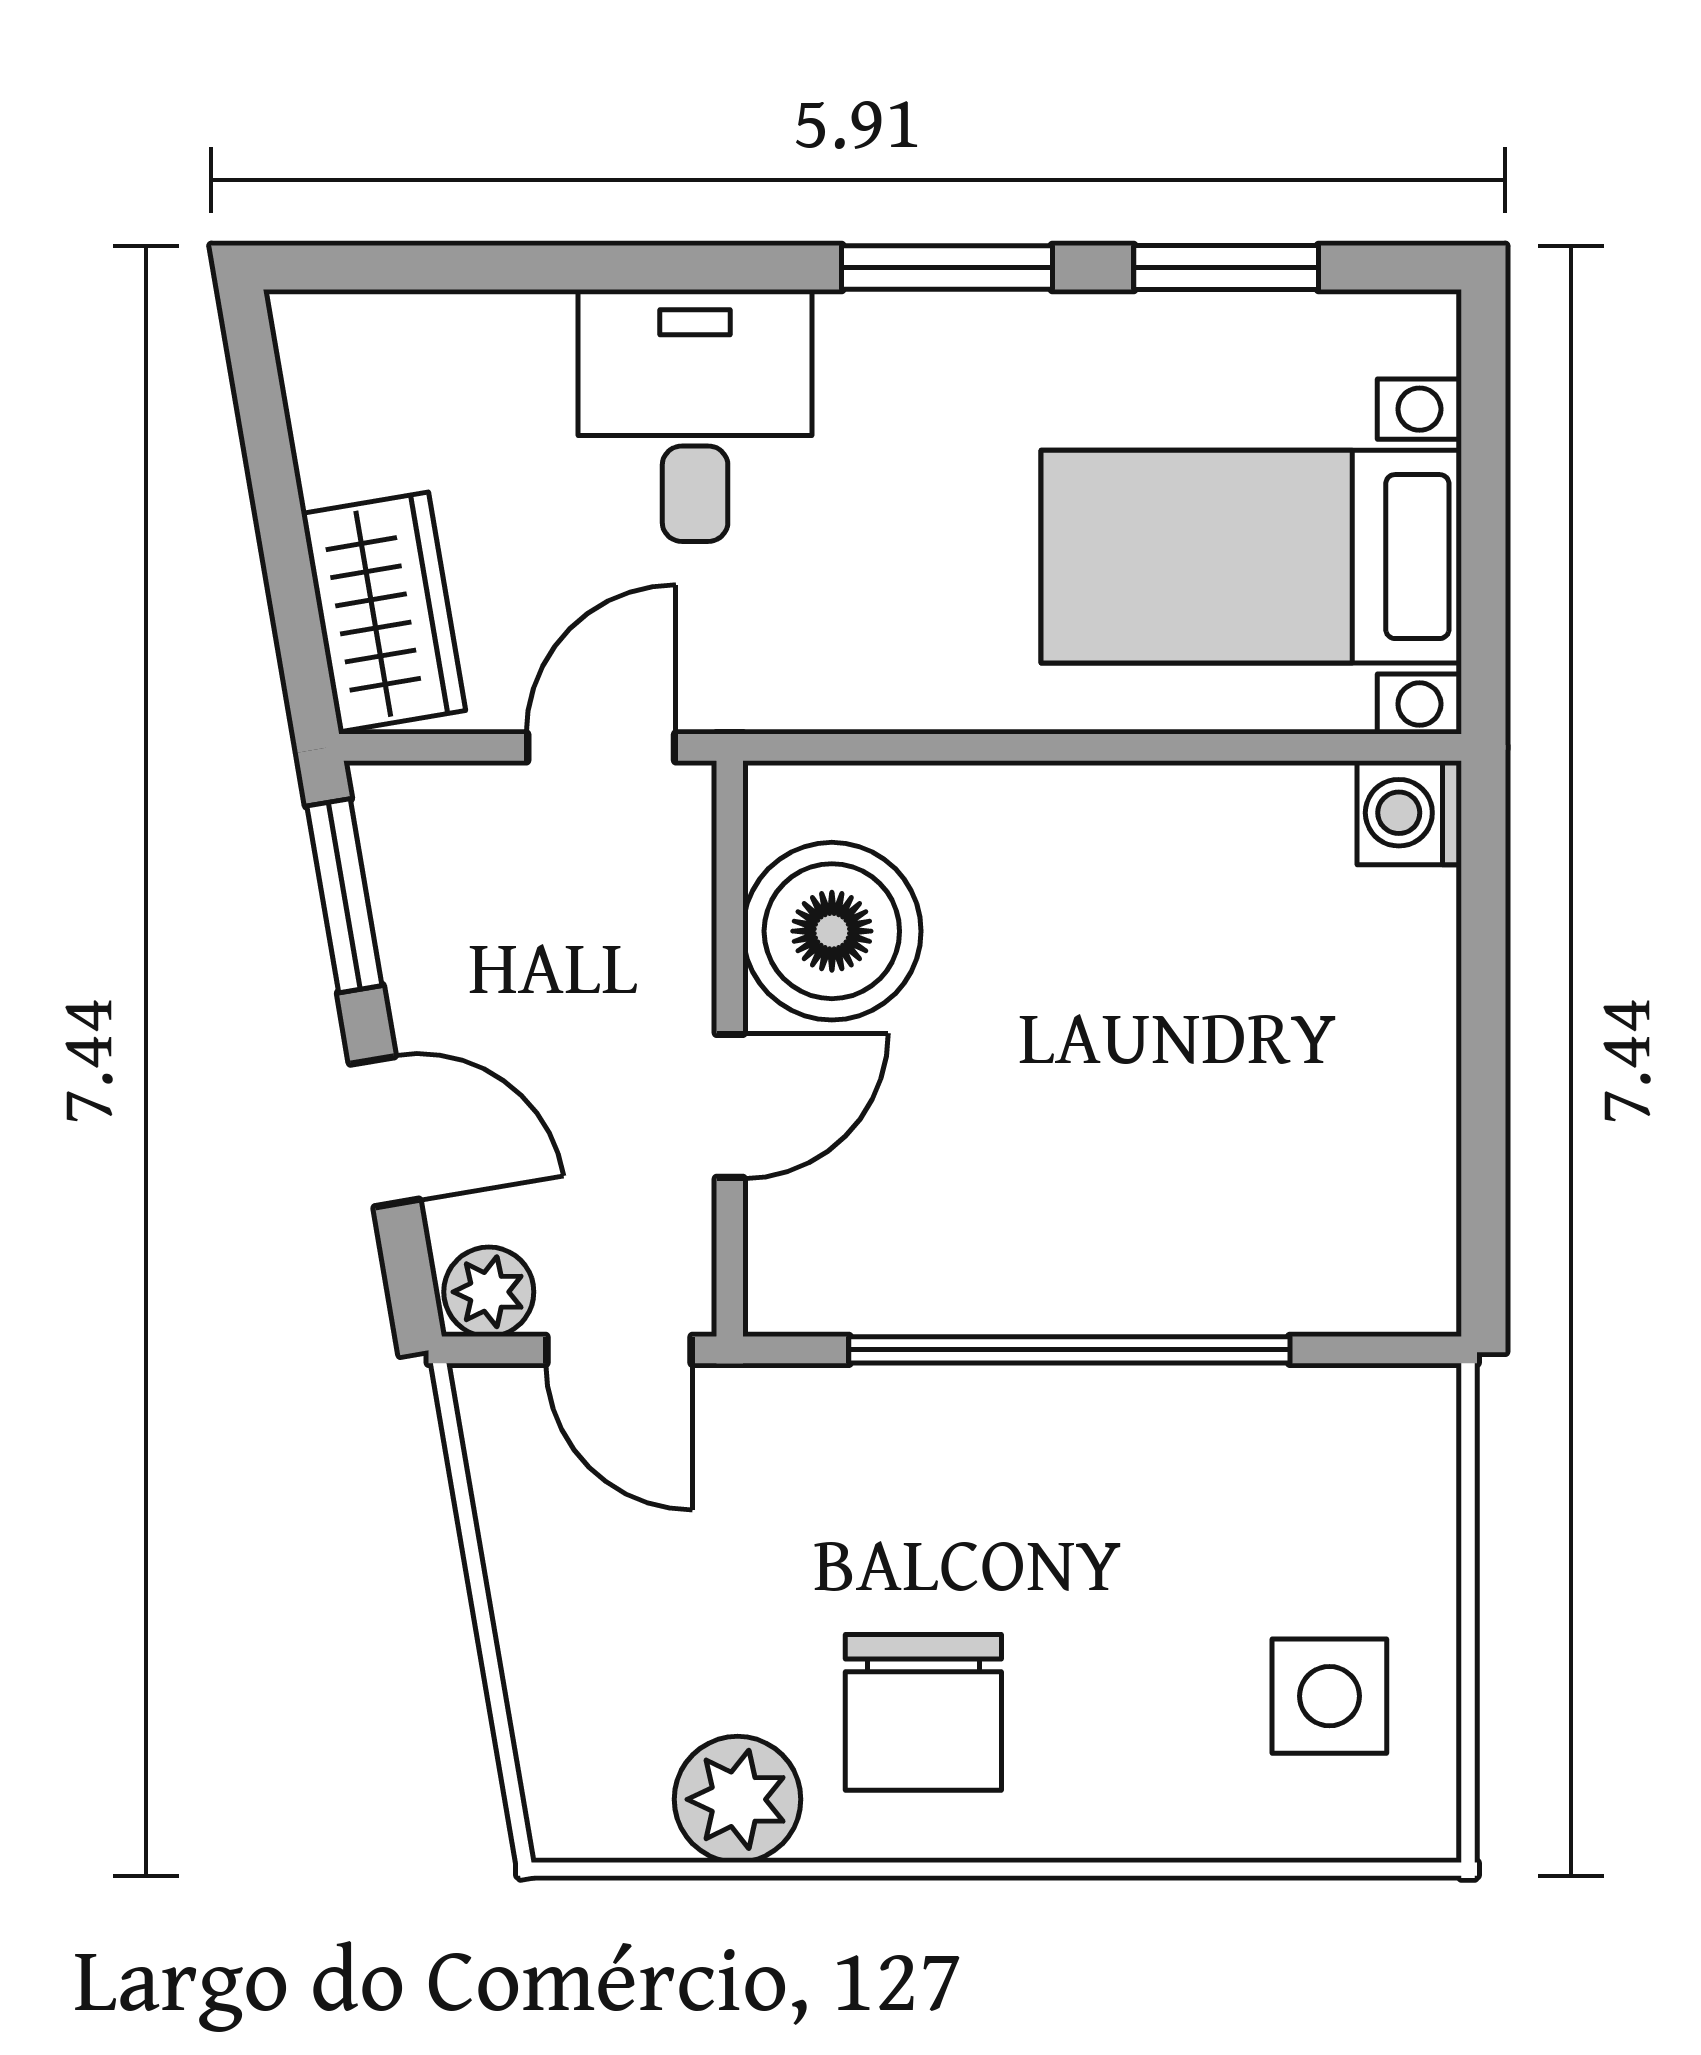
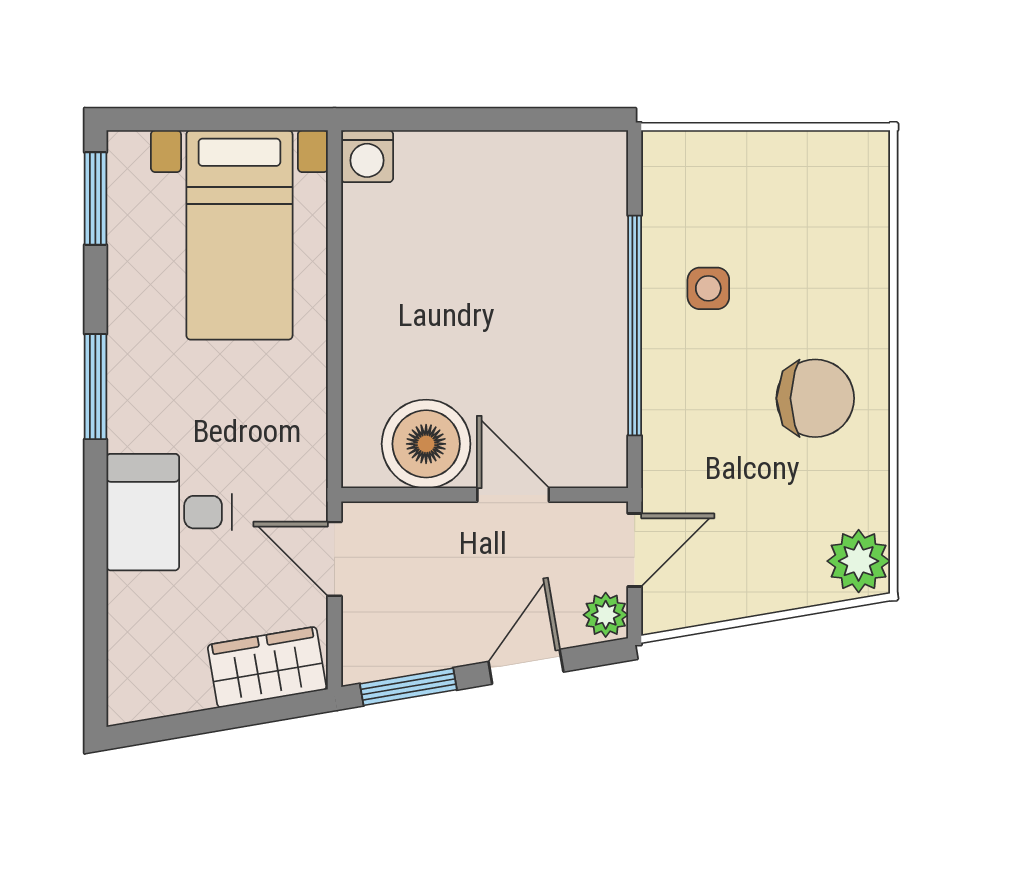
window: (1226, 268) -> (95, 199), moved
side table: (1329, 1696) -> (708, 288), moved, width x0.73, depth x0.73
plant: (738, 1799) -> (859, 561), moved

